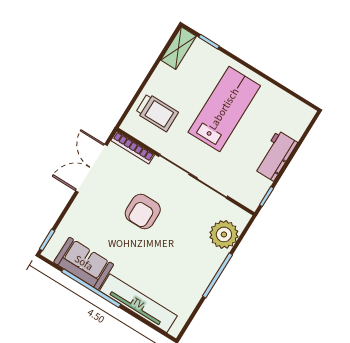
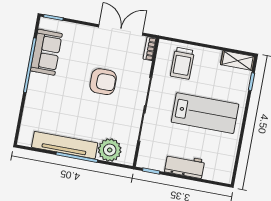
bookcase: (133, 148) -> (150, 49), width x0.64
armchair: (143, 212) -> (103, 82), turned 180
tv unit: (138, 303) -> (65, 145), moved, turned -90

